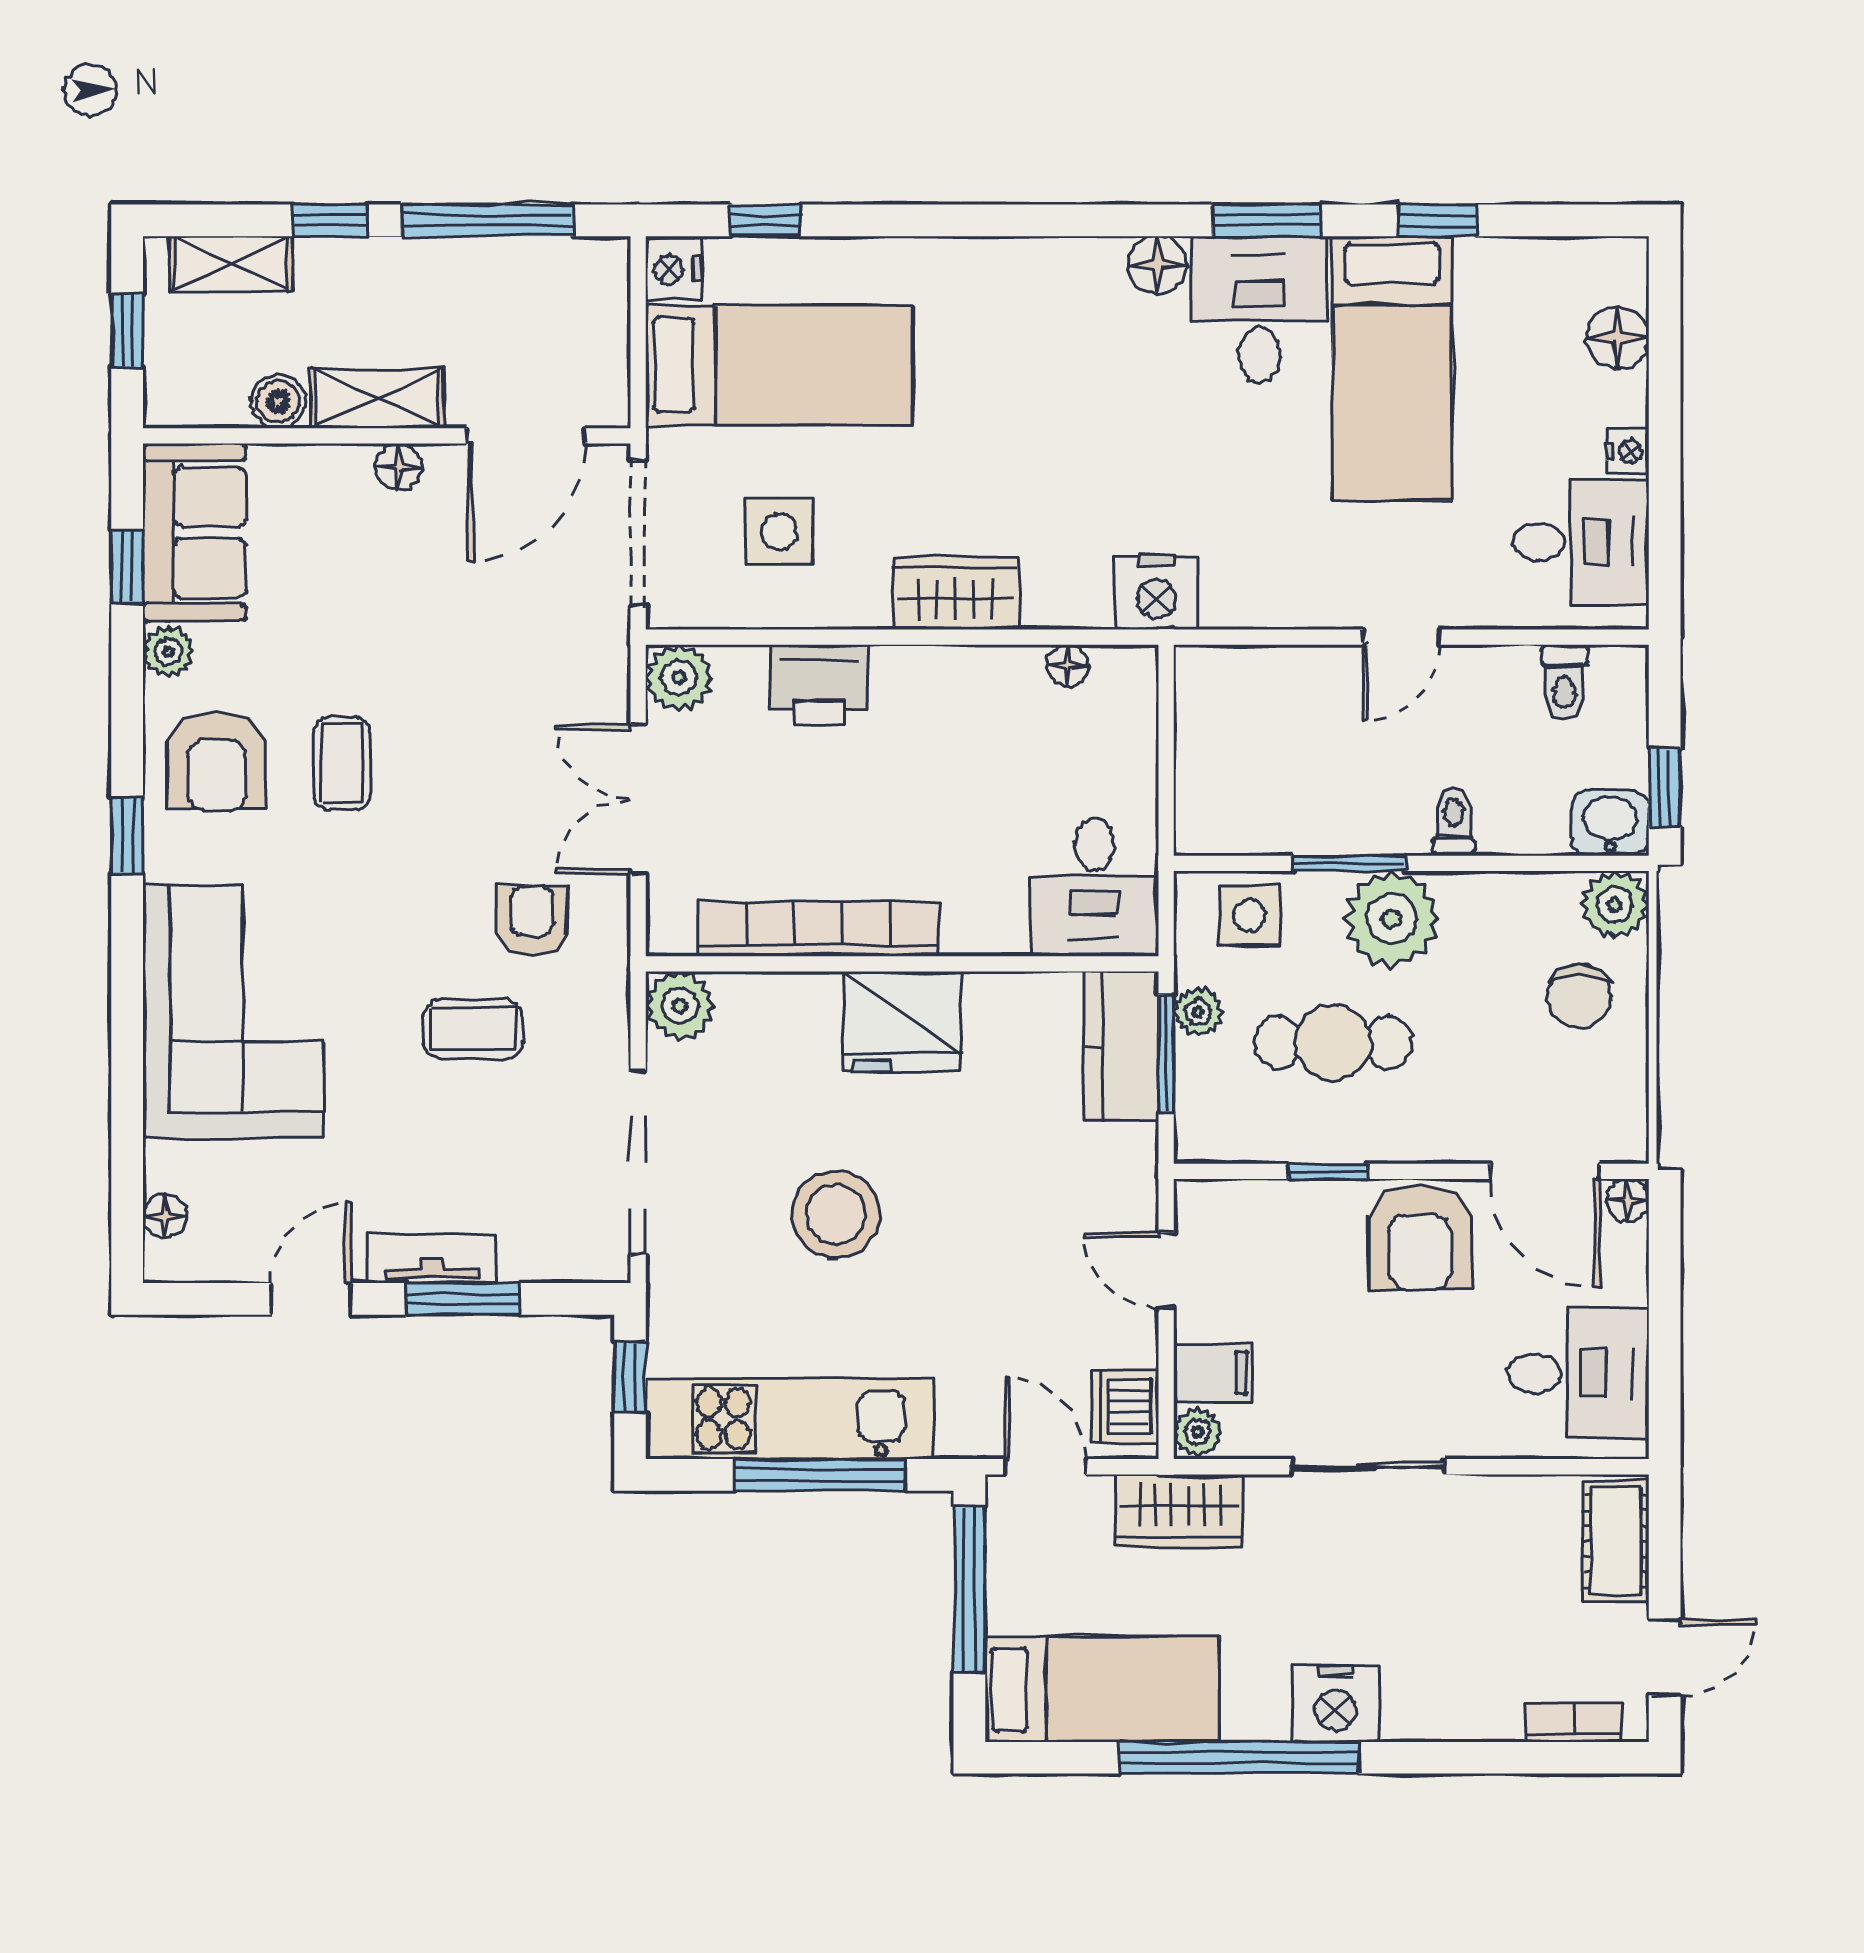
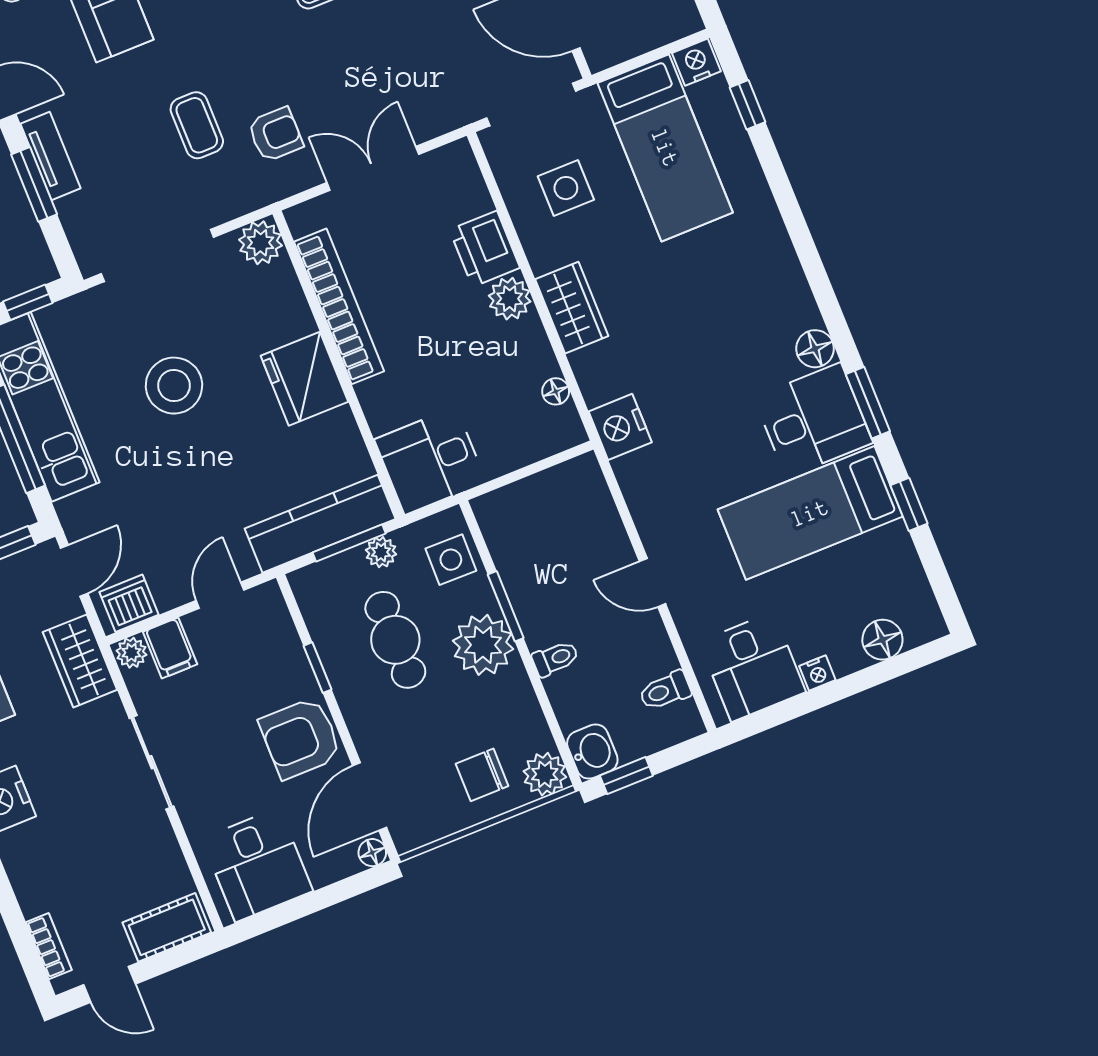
plant: (679, 678) -> (510, 299), moved
kitchen counter: (1121, 1046) -> (320, 524), width x1.50

